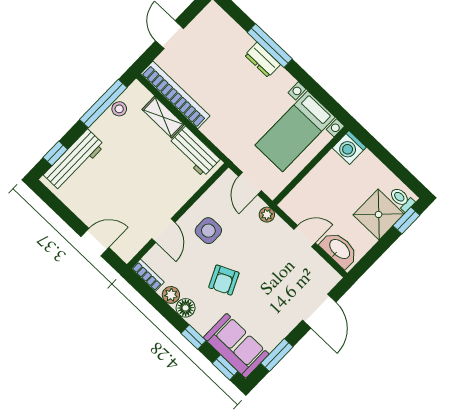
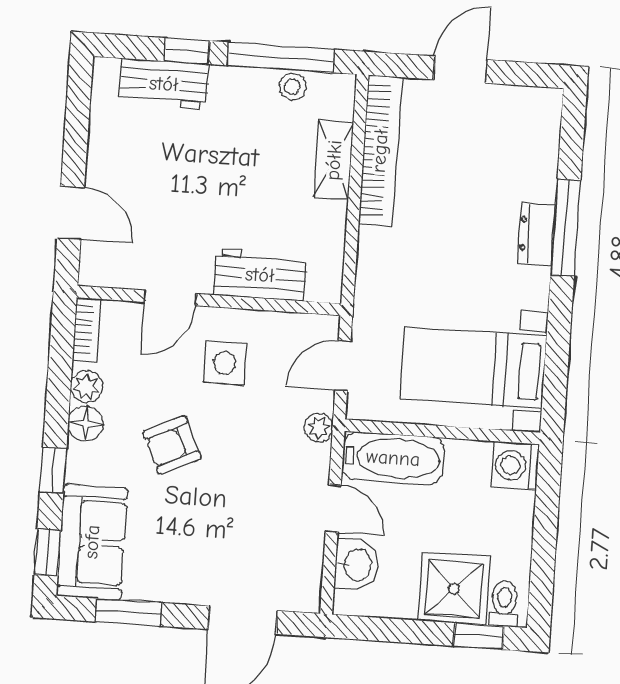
workbench: (194, 152) -> (260, 275), moved, turned 90
window: (55, 153) -> (187, 51), moved
workbench: (74, 160) -> (164, 84), width x0.73
bathtub: (305, 195) -> (393, 458), added
washbasin: (339, 250) -> (356, 565), width x0.72

